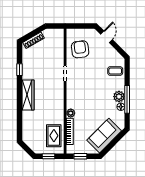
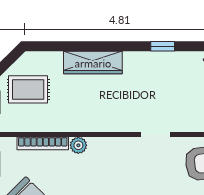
wardrobe: (28, 95) -> (93, 63), moved
rug: (54, 136) -> (28, 89), moved

